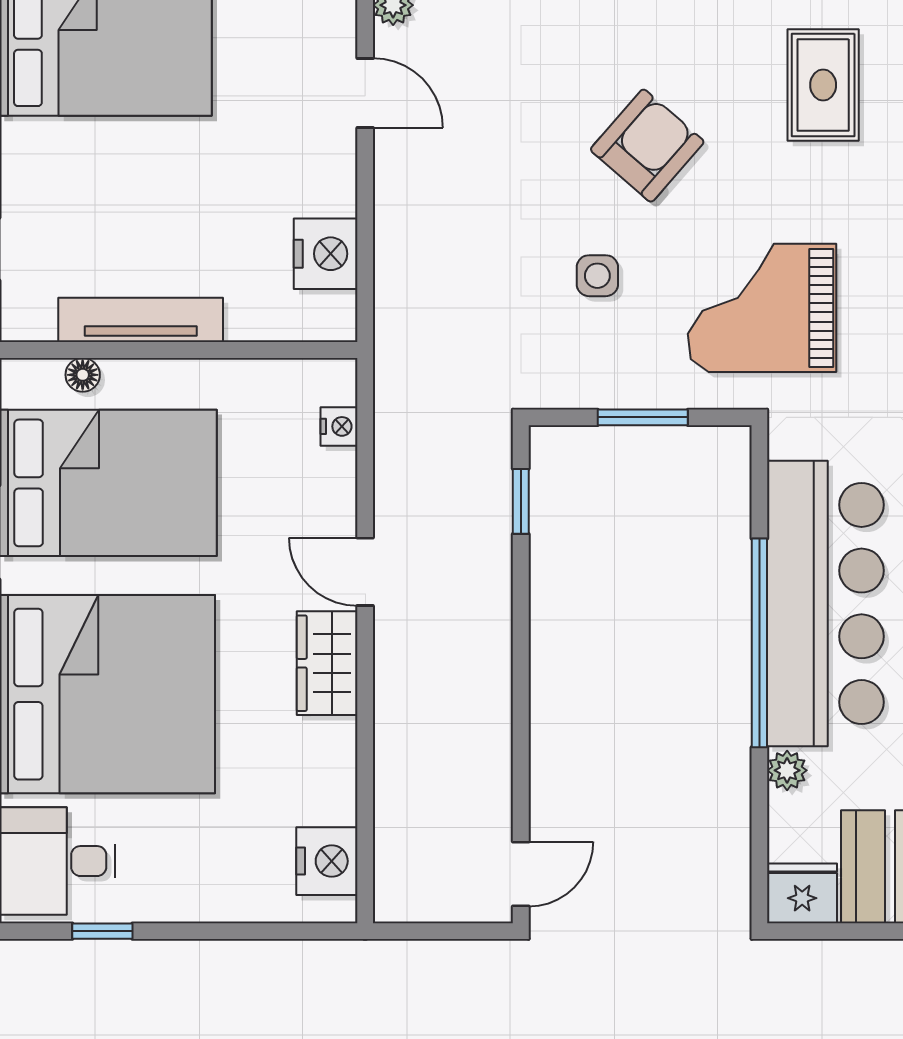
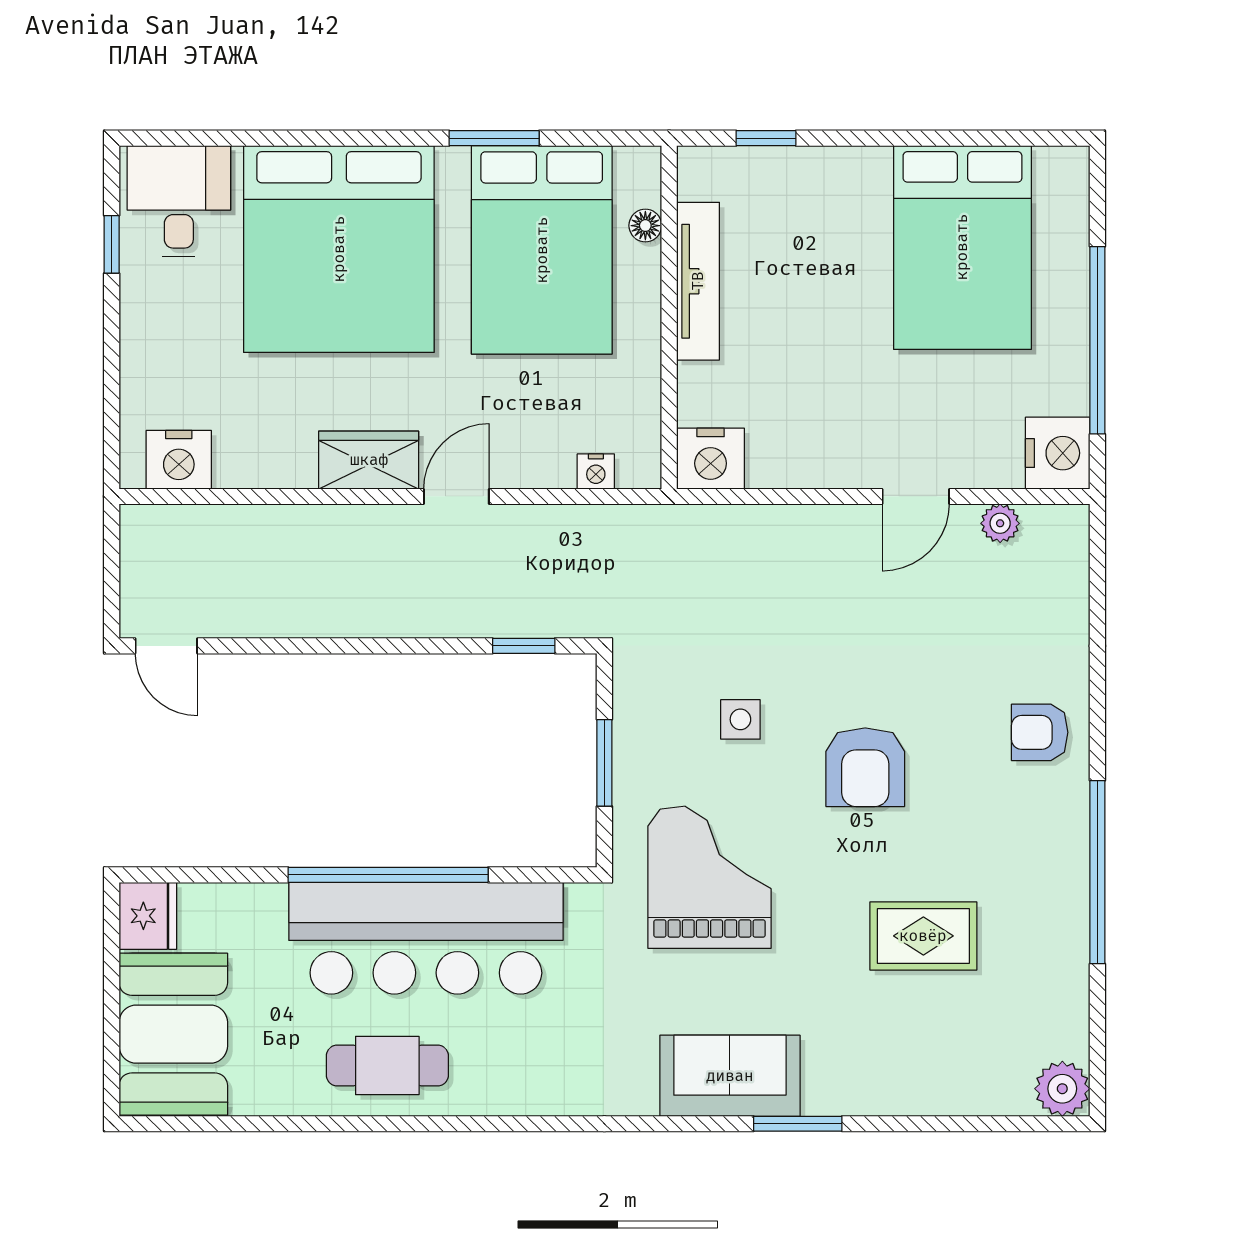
armchair: (647, 146) -> (865, 767), turned 49
nightstand: (326, 254) -> (711, 459), moved
plant: (787, 770) -> (266, 901), removed

